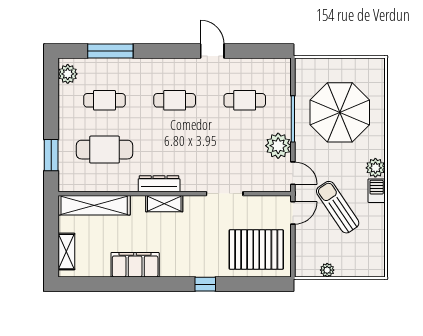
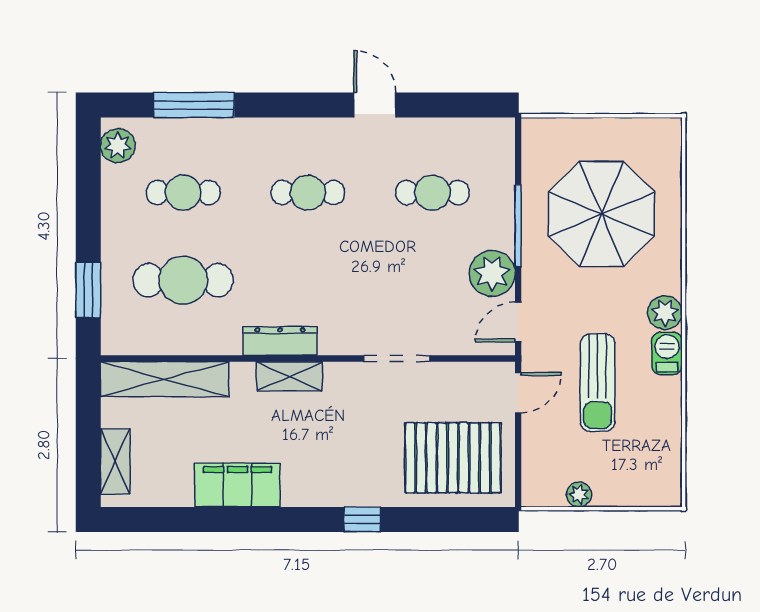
door: (293, 173) -> (518, 322), swing flipped
sun lounger: (338, 207) -> (598, 383), turned -146

